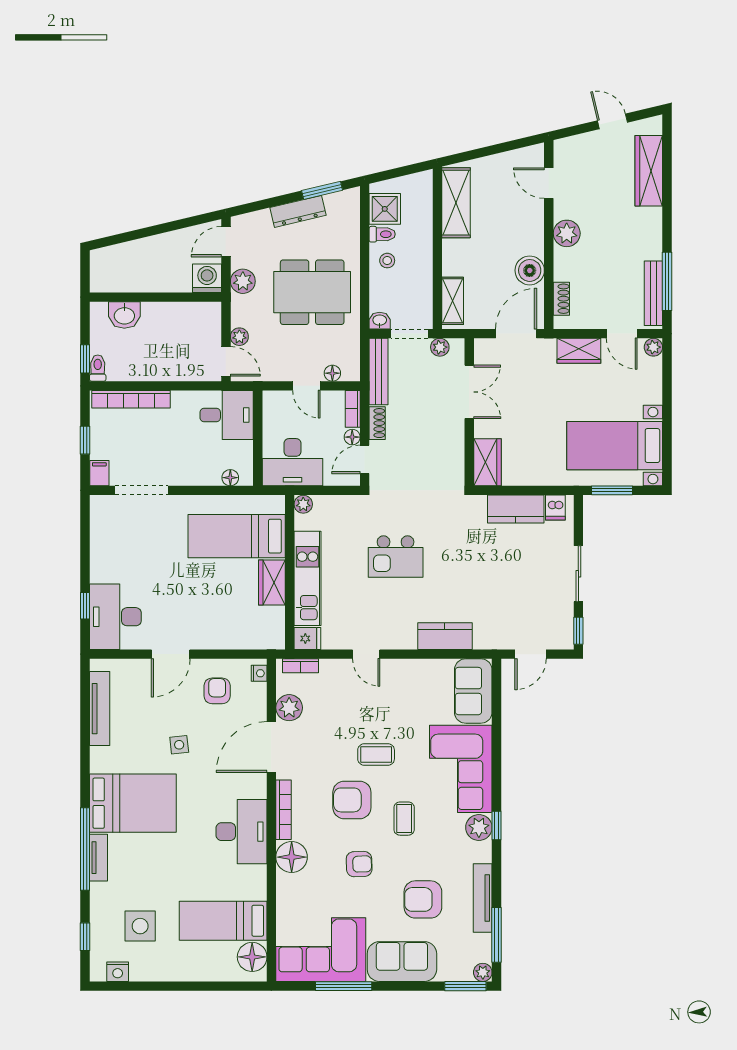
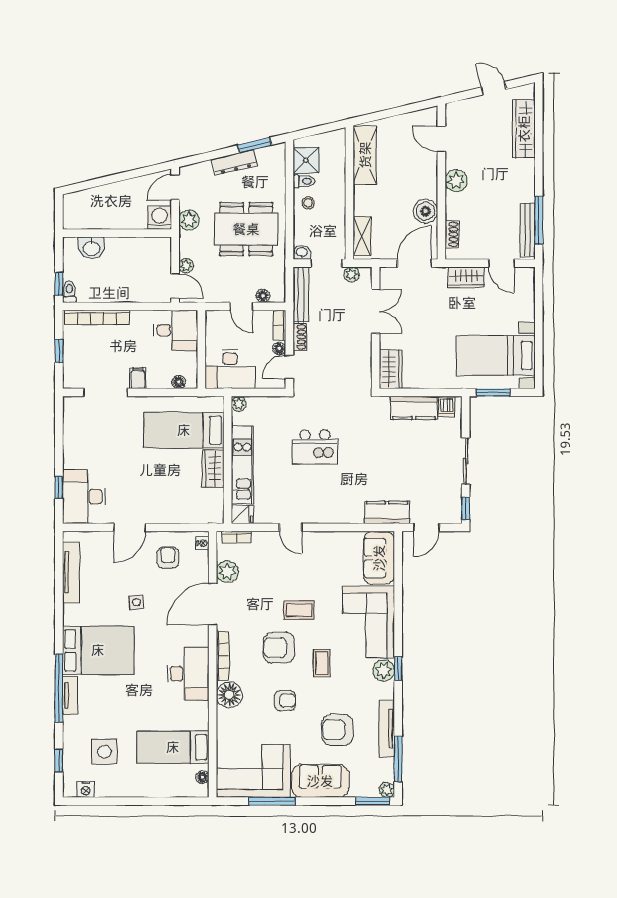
plant: (653, 347) -> (528, 274), removed
filing cabinet: (99, 473) -> (138, 378), moved
kitchen counter: (445, 636) -> (387, 513), moved
floor lamp: (252, 957) -> (202, 777), width x0.53, depth x0.53

